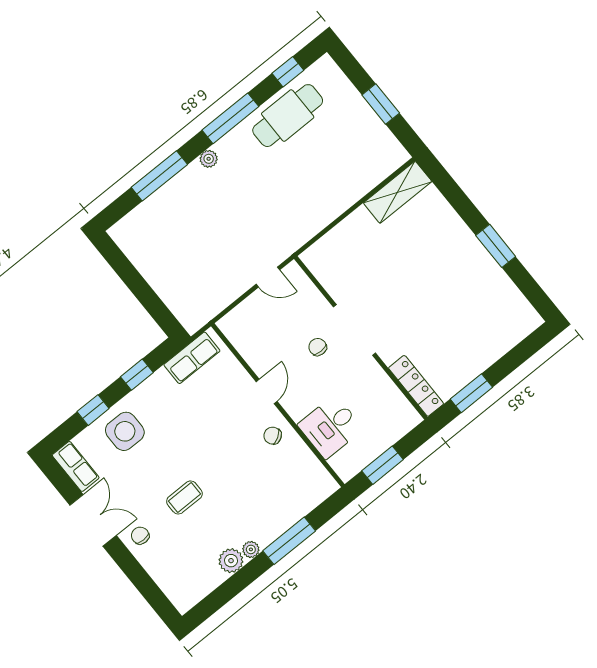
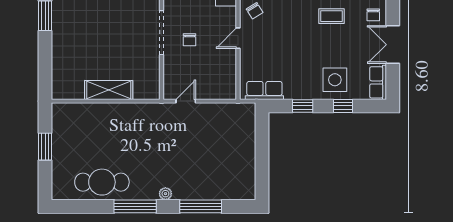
window: (288, 72) -> (82, 206), removed
shelving: (398, 192) -> (109, 90), moved
door: (268, 277) -> (186, 101), hinge flipped

